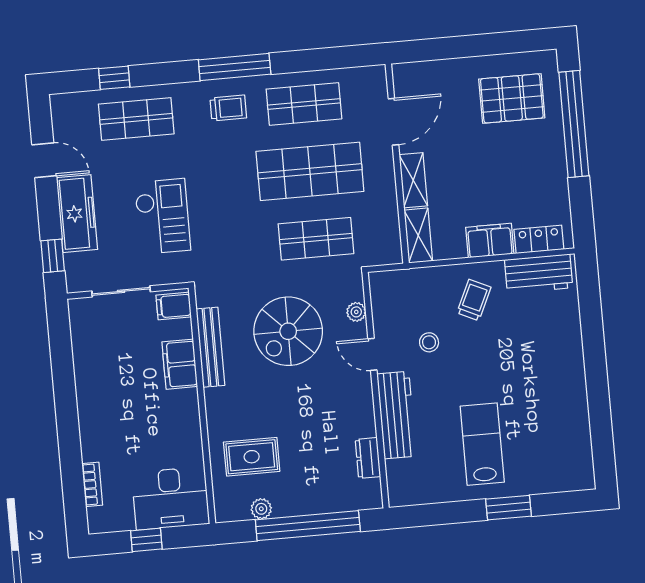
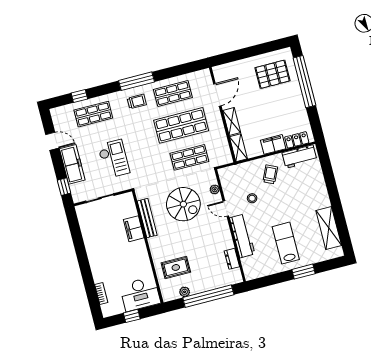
filing cabinet: (174, 306) -> (126, 201), removed
spiral stairs: (288, 331) -> (183, 204), turned -90
shelving: (574, 428) -> (329, 228), added

